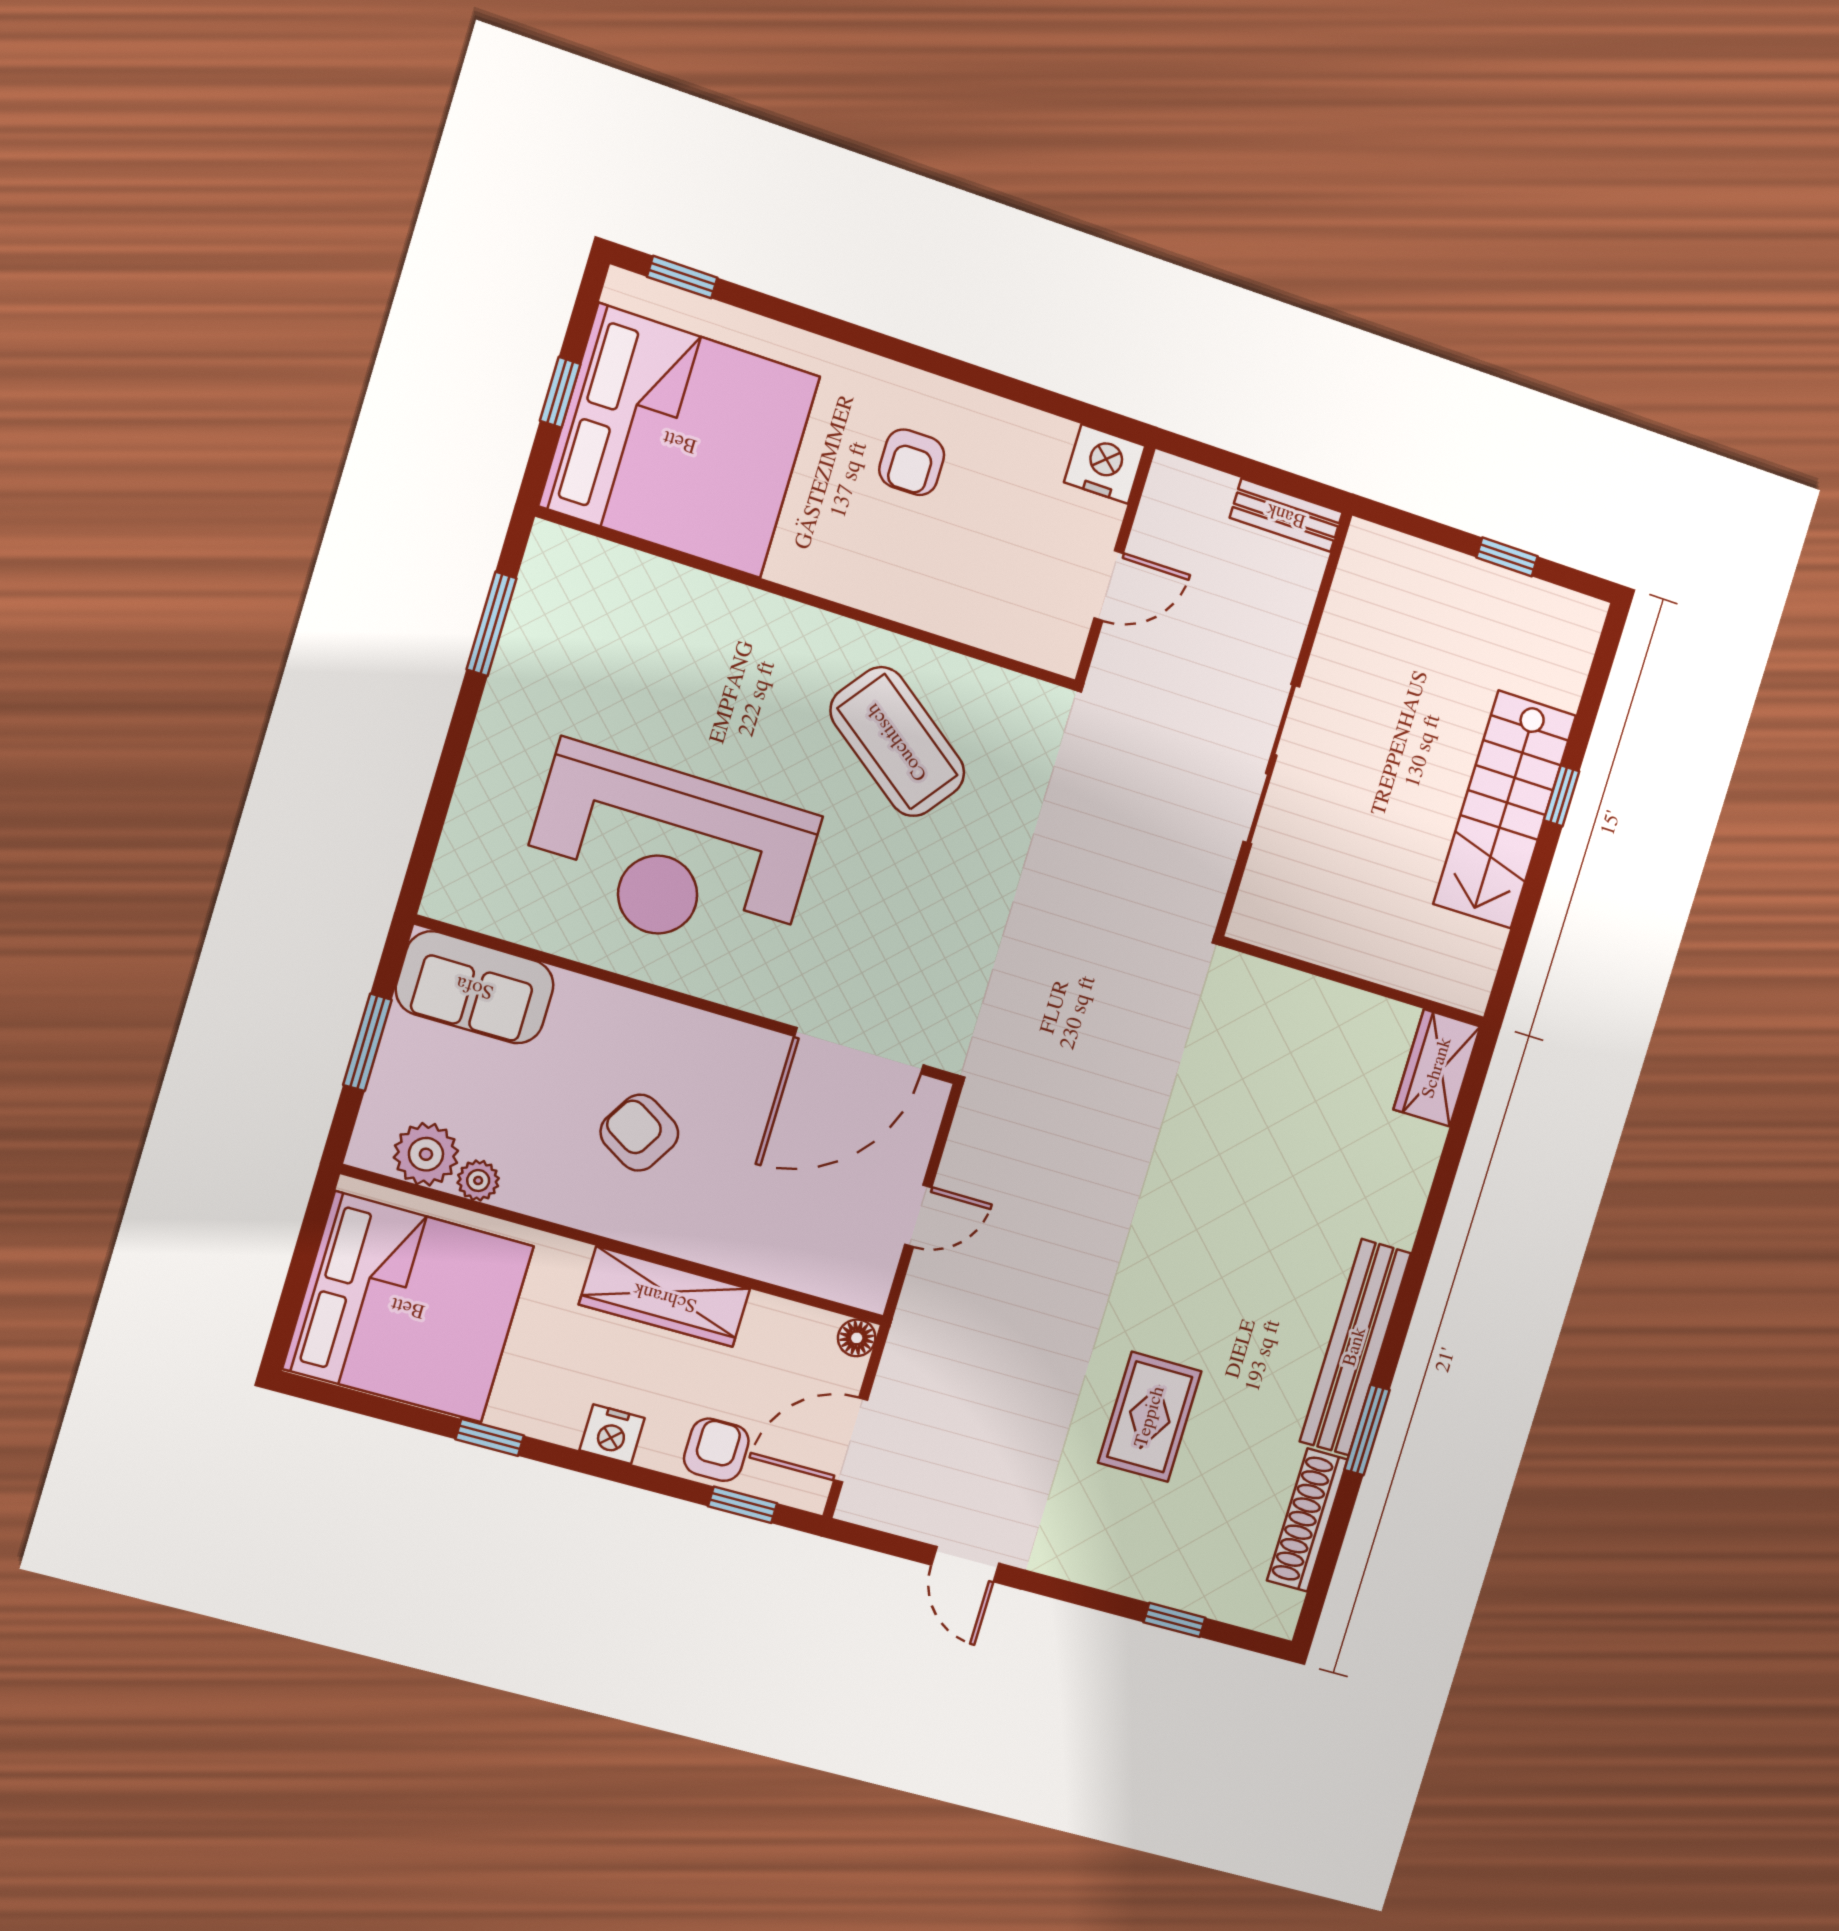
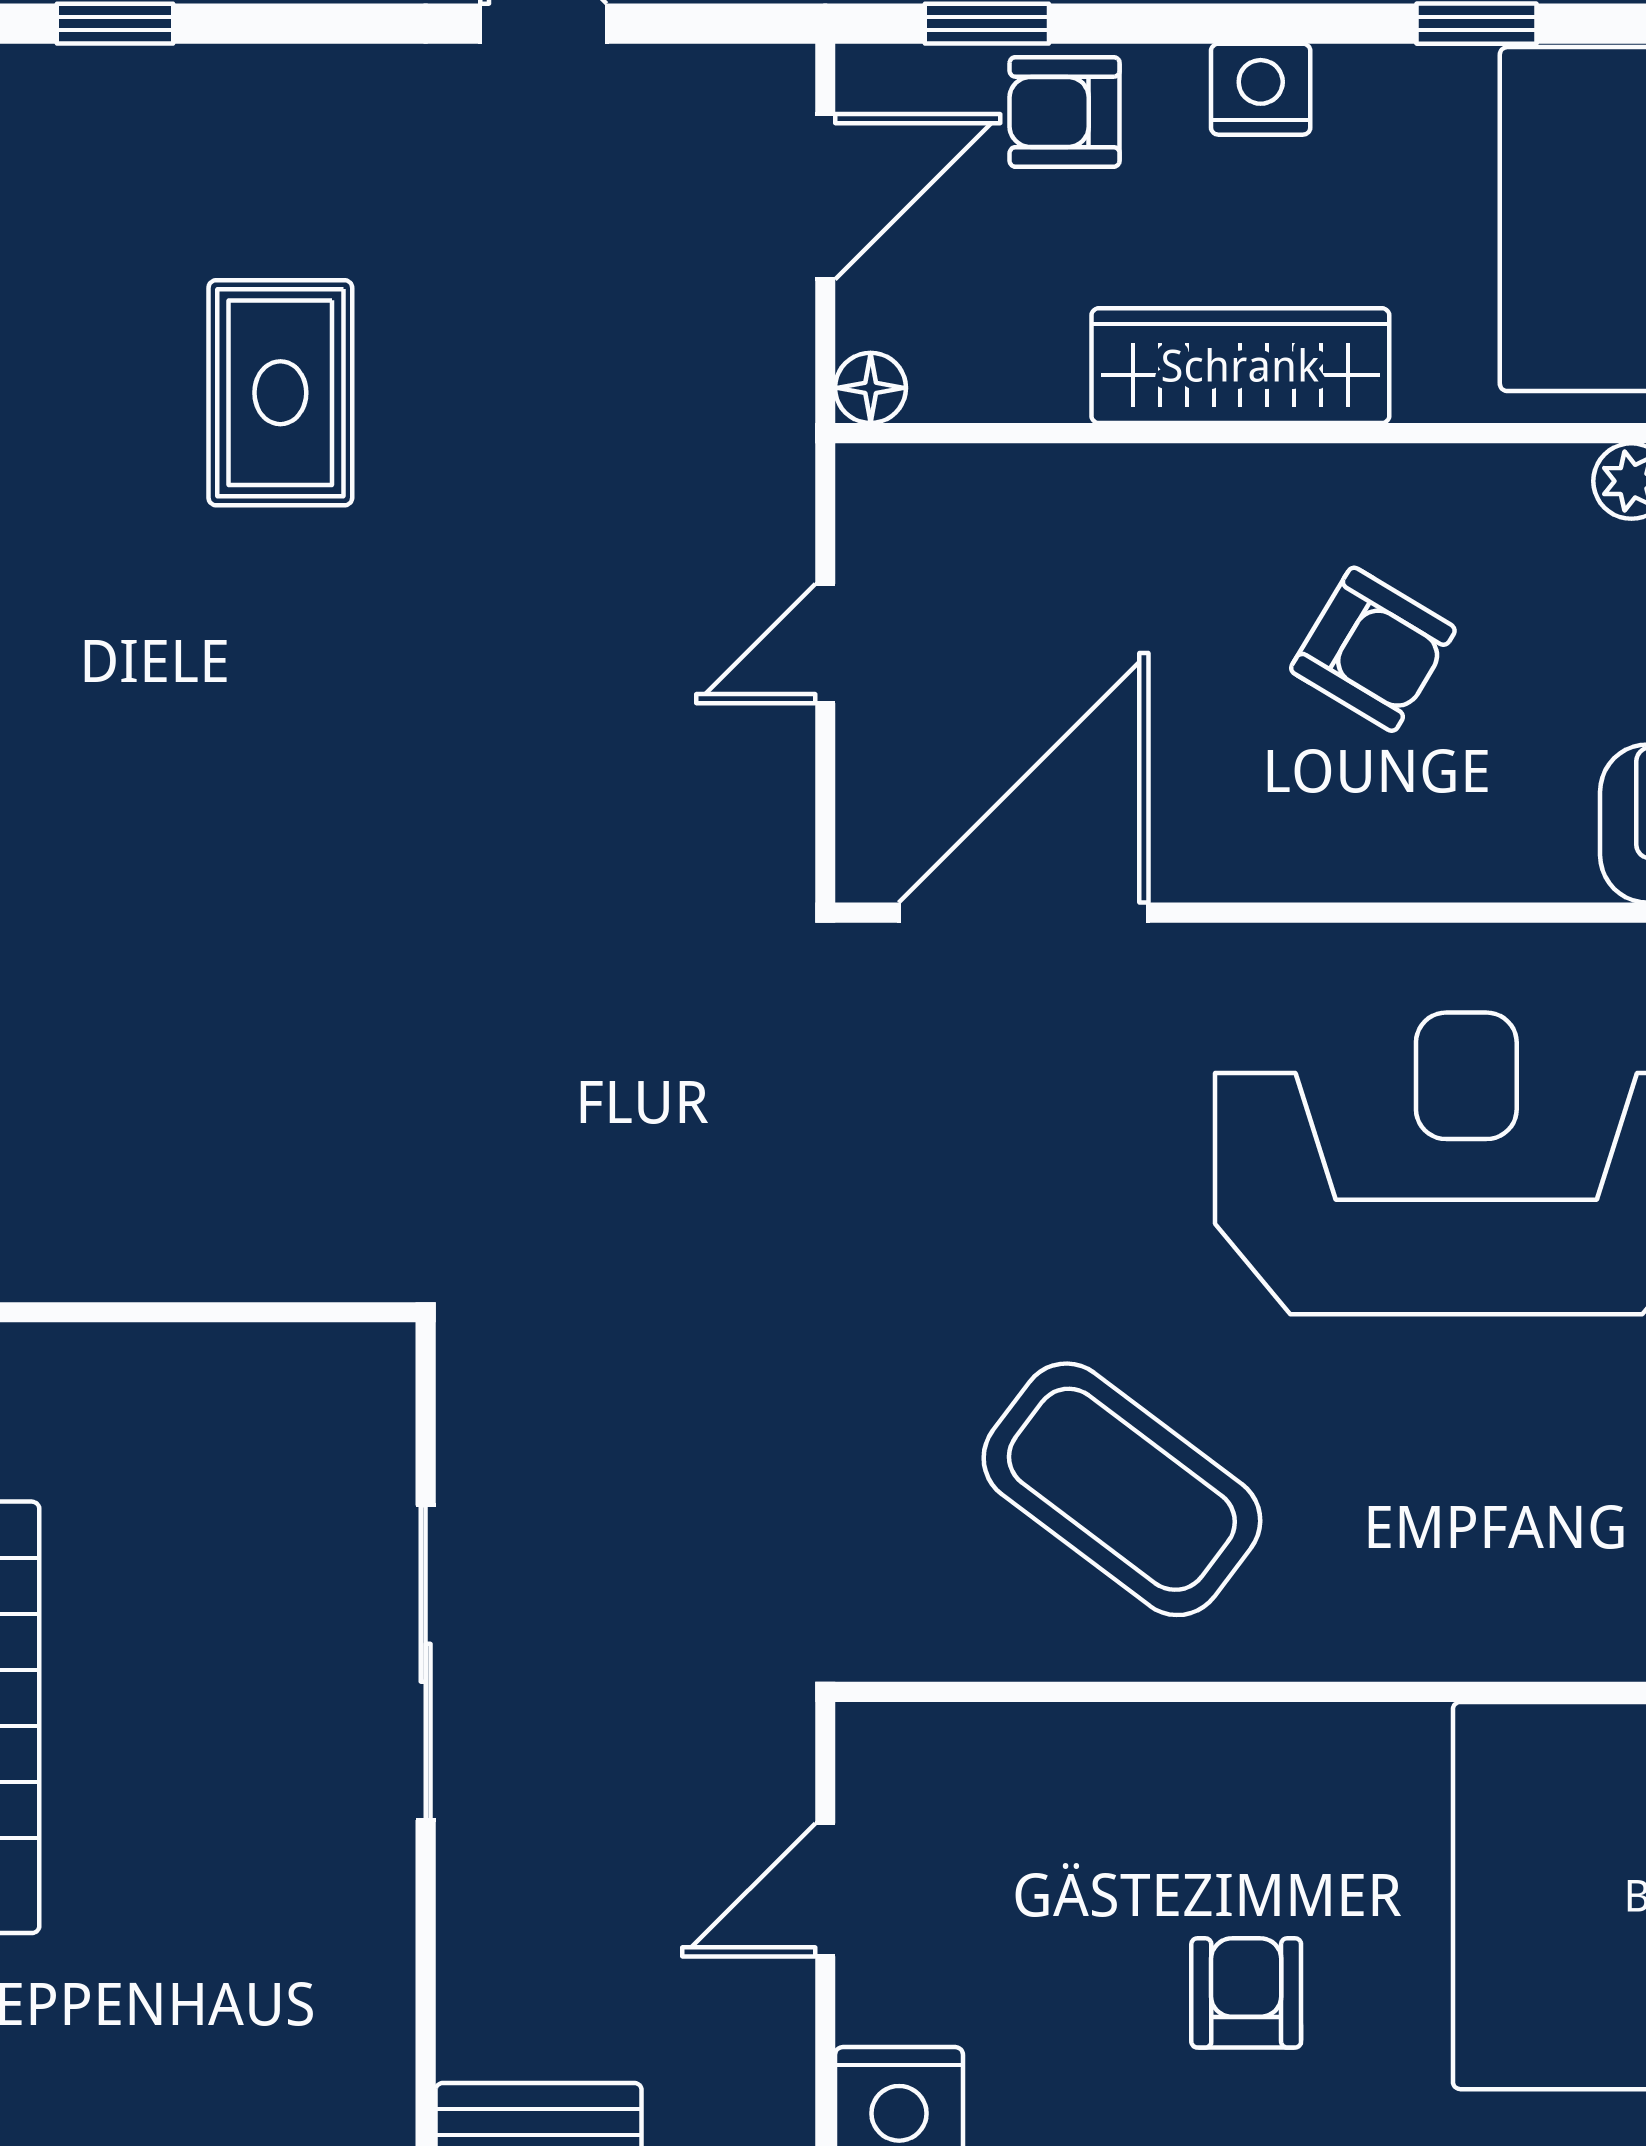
armchair: (716, 1450) -> (1065, 112), turned 90

